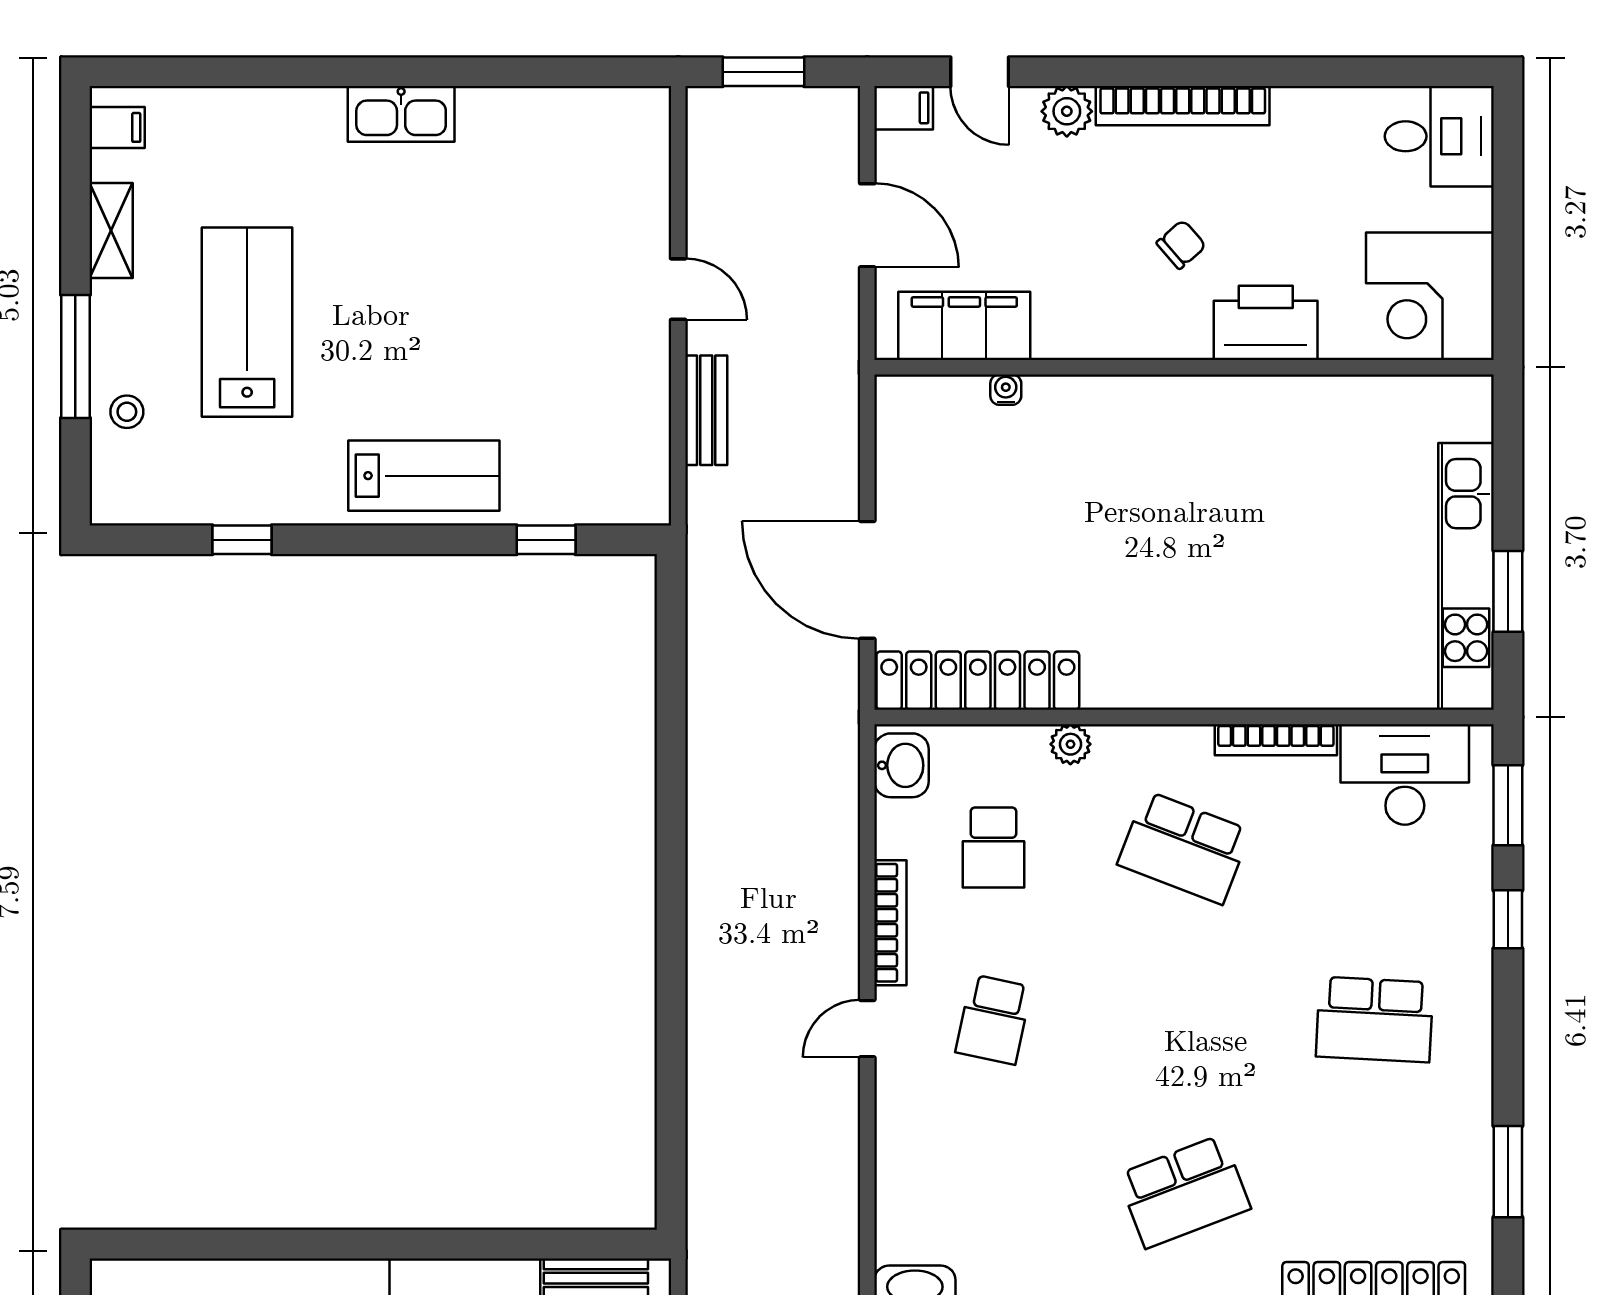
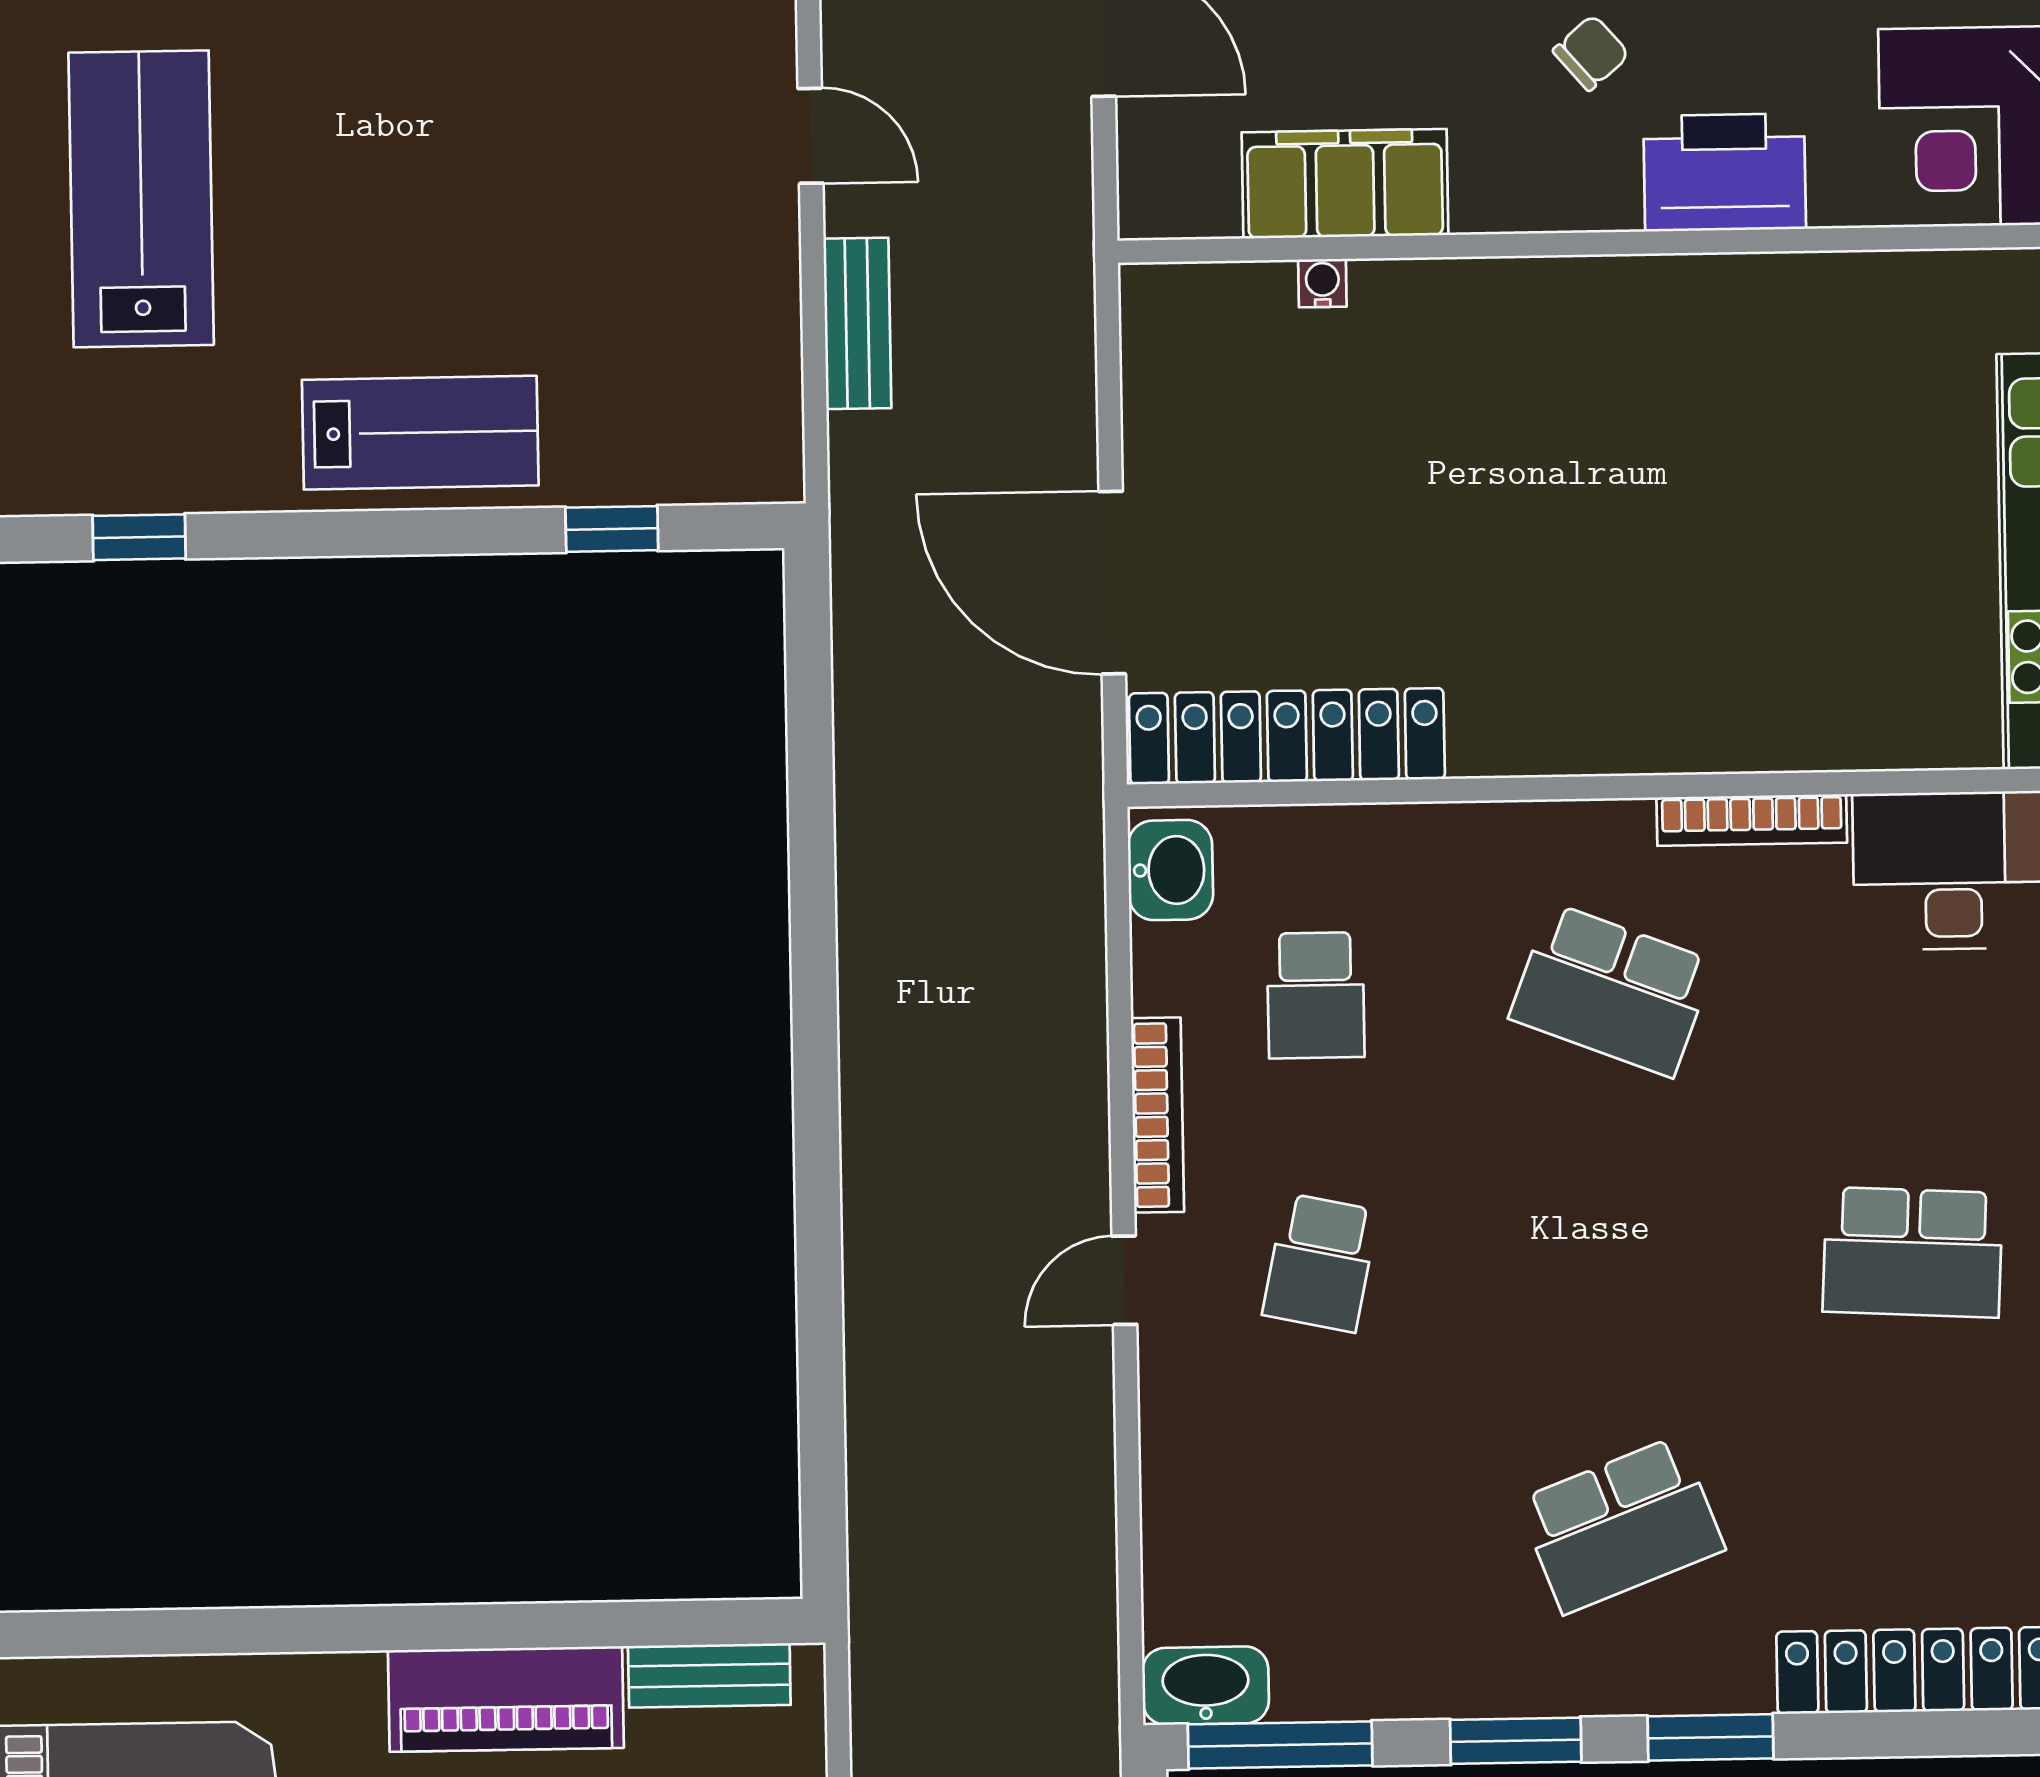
filing cabinet: (964, 326) -> (1345, 184), moved
plant: (1070, 744) -> (1433, 833), removed

